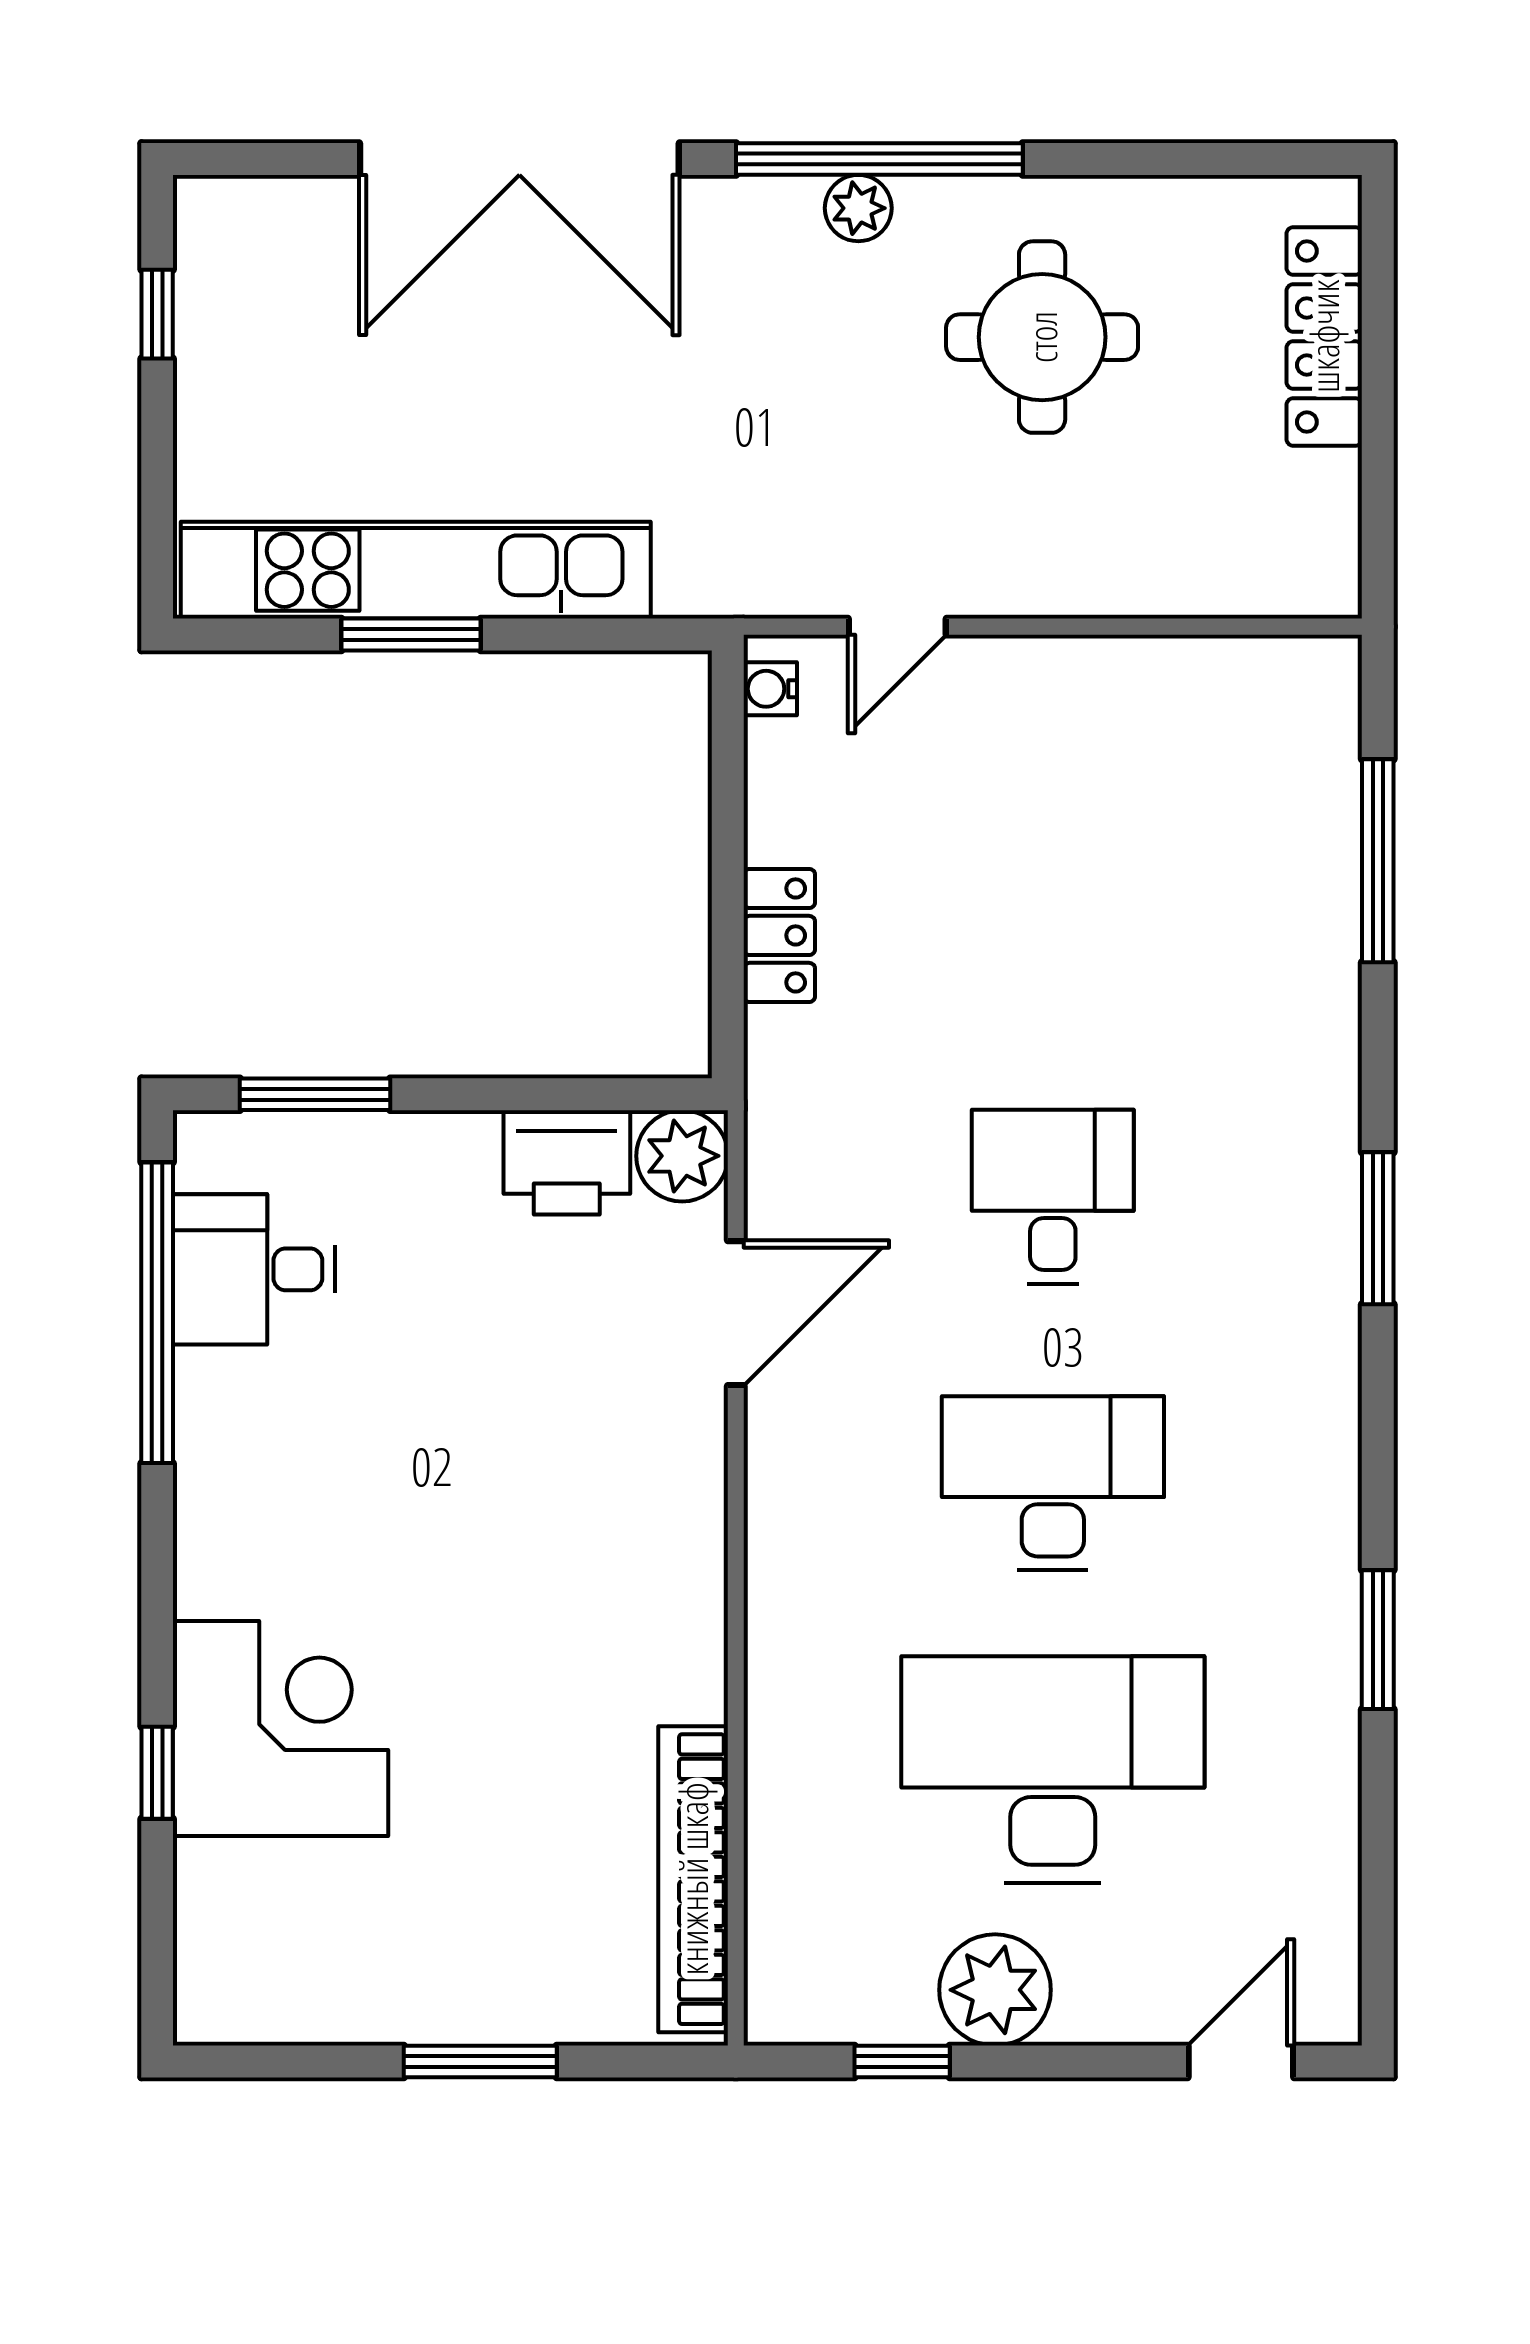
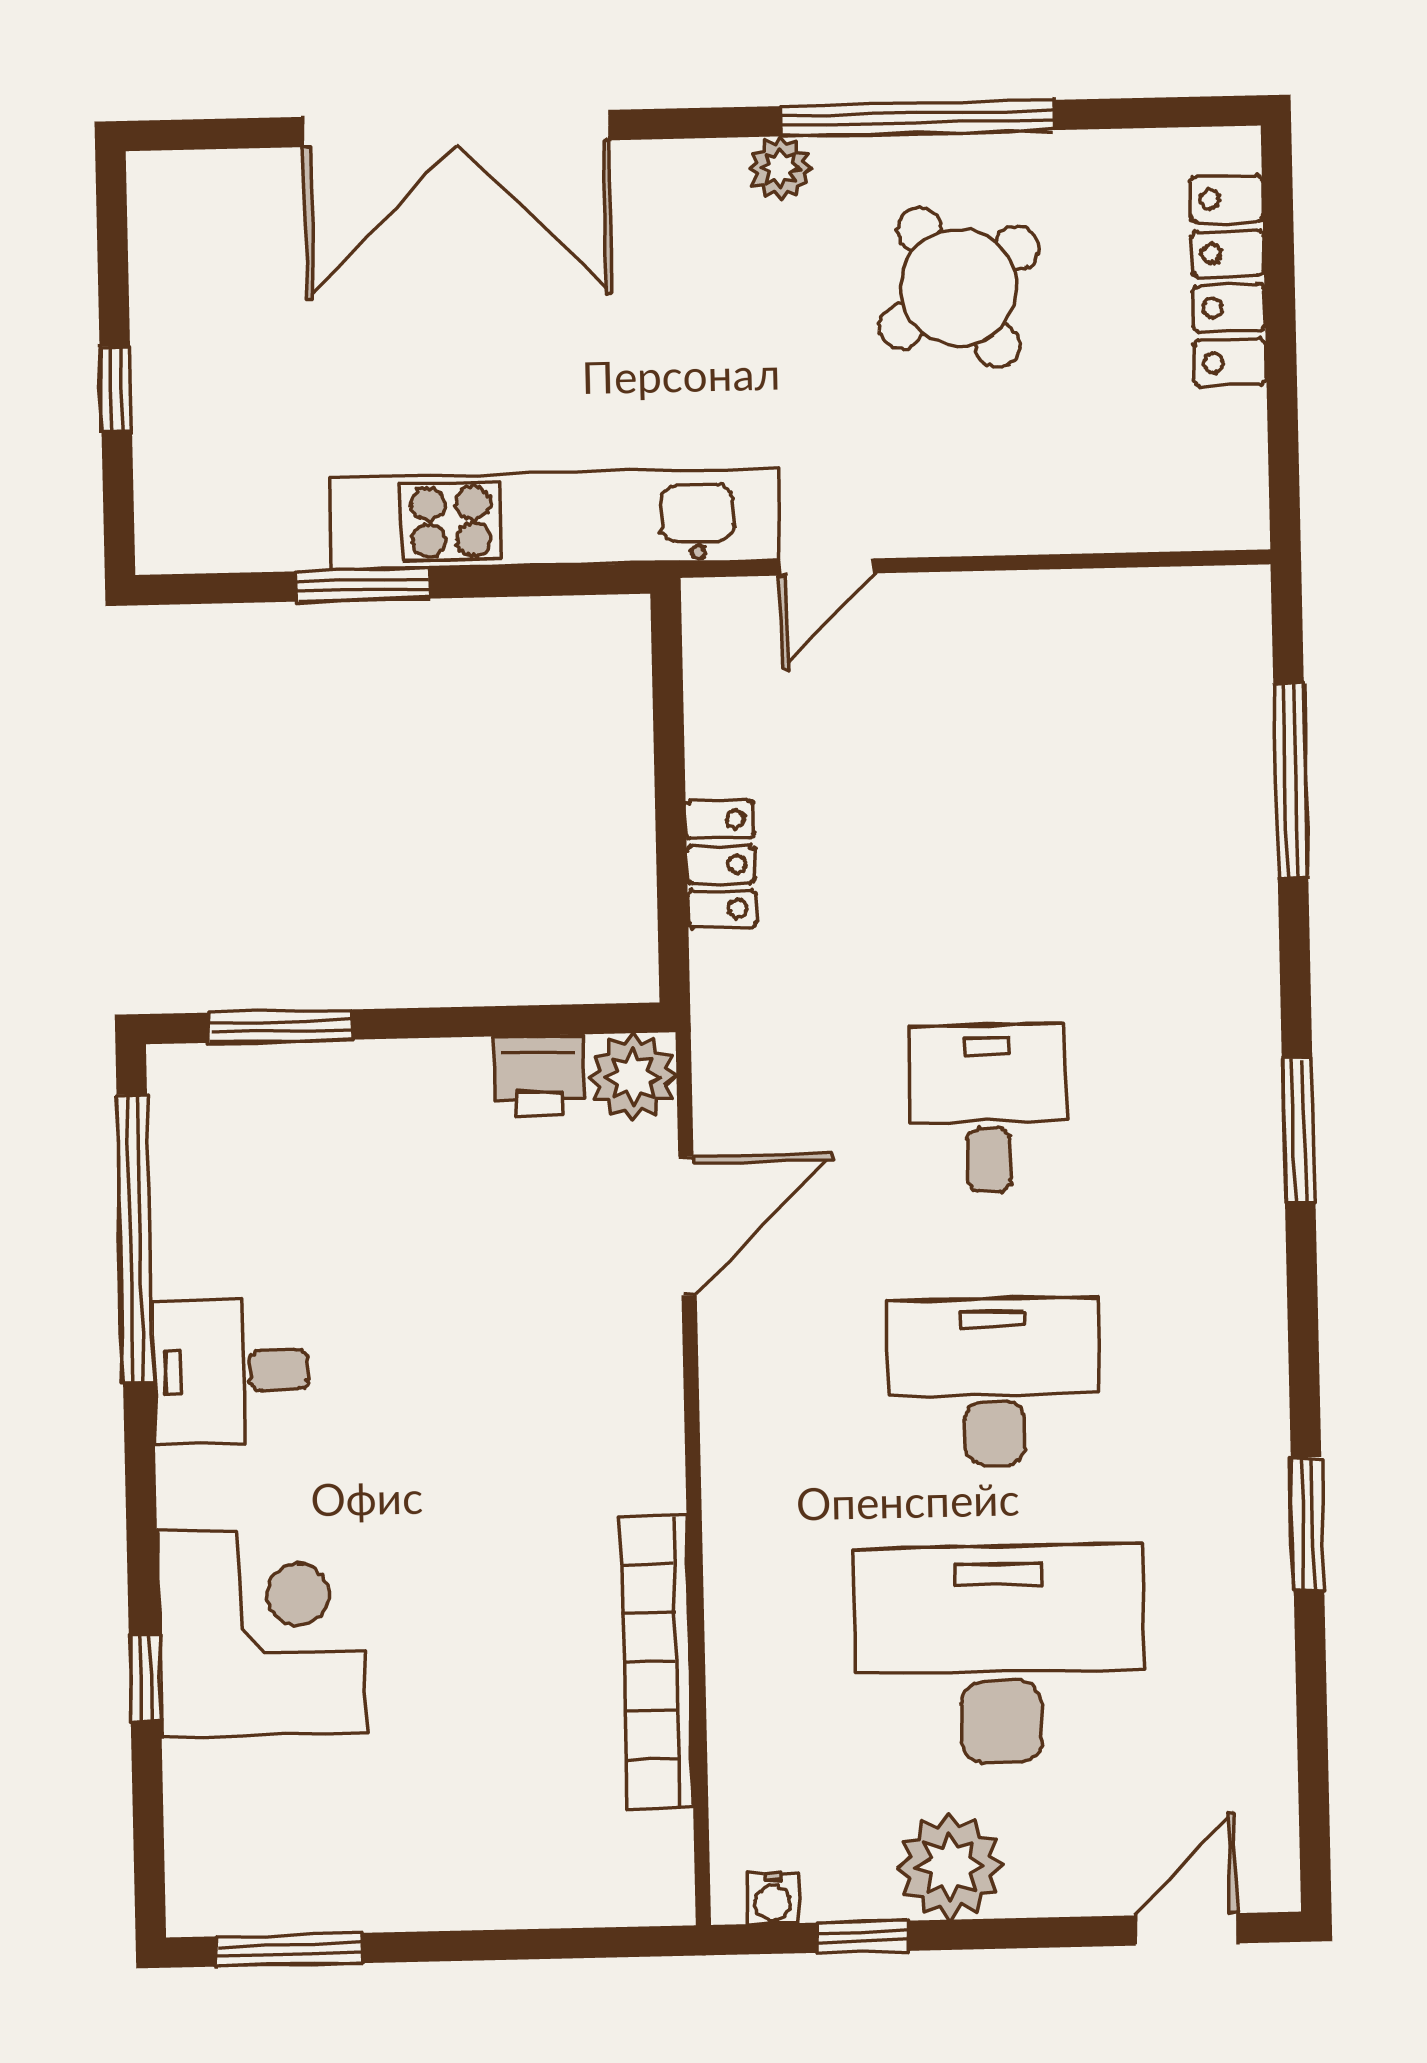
window: (879, 159) -> (917, 118), moved
window: (157, 314) -> (116, 389), moved
round table: (1042, 337) -> (959, 287), turned -33
kitchen unit: (416, 570) -> (554, 519), moved
water cooler: (770, 689) -> (773, 1898), moved, turned -90
printer: (567, 1162) -> (539, 1076), width x0.73, depth x0.81
desk: (254, 1269) -> (231, 1371), moved
bookcase: (693, 1879) -> (657, 1662), moved
window: (480, 2061) -> (289, 1950), moved

